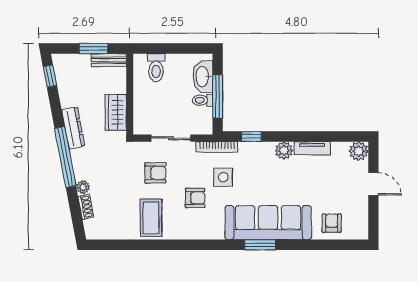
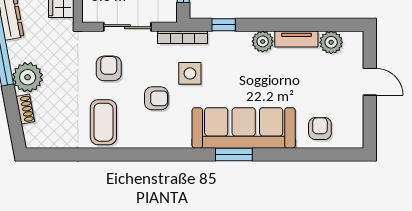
plant: (359, 151) -> (331, 42), moved
armchair: (155, 173) -> (109, 68), turned -90
plant: (83, 187) -> (28, 77), width x1.88, depth x1.88

